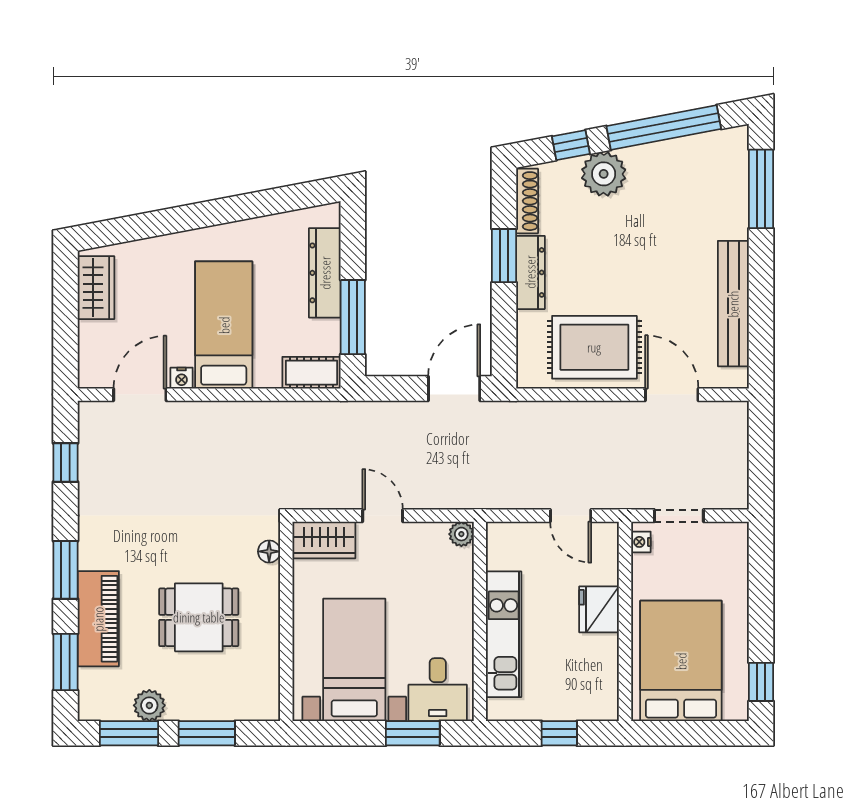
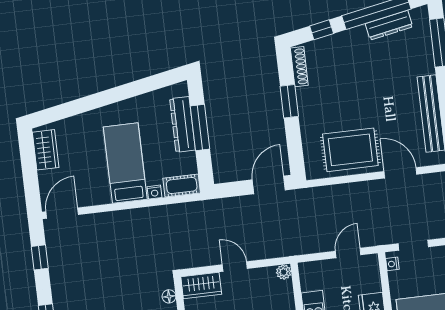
plant: (604, 174) -> (343, 45), removed
dresser: (530, 272) -> (389, 25), moved, turned 79
window: (353, 317) -> (200, 127), moved
nightstand: (182, 378) -> (155, 192), moved
door: (140, 395) -> (62, 213), moved
door: (571, 516) -> (348, 253), swing flipped

